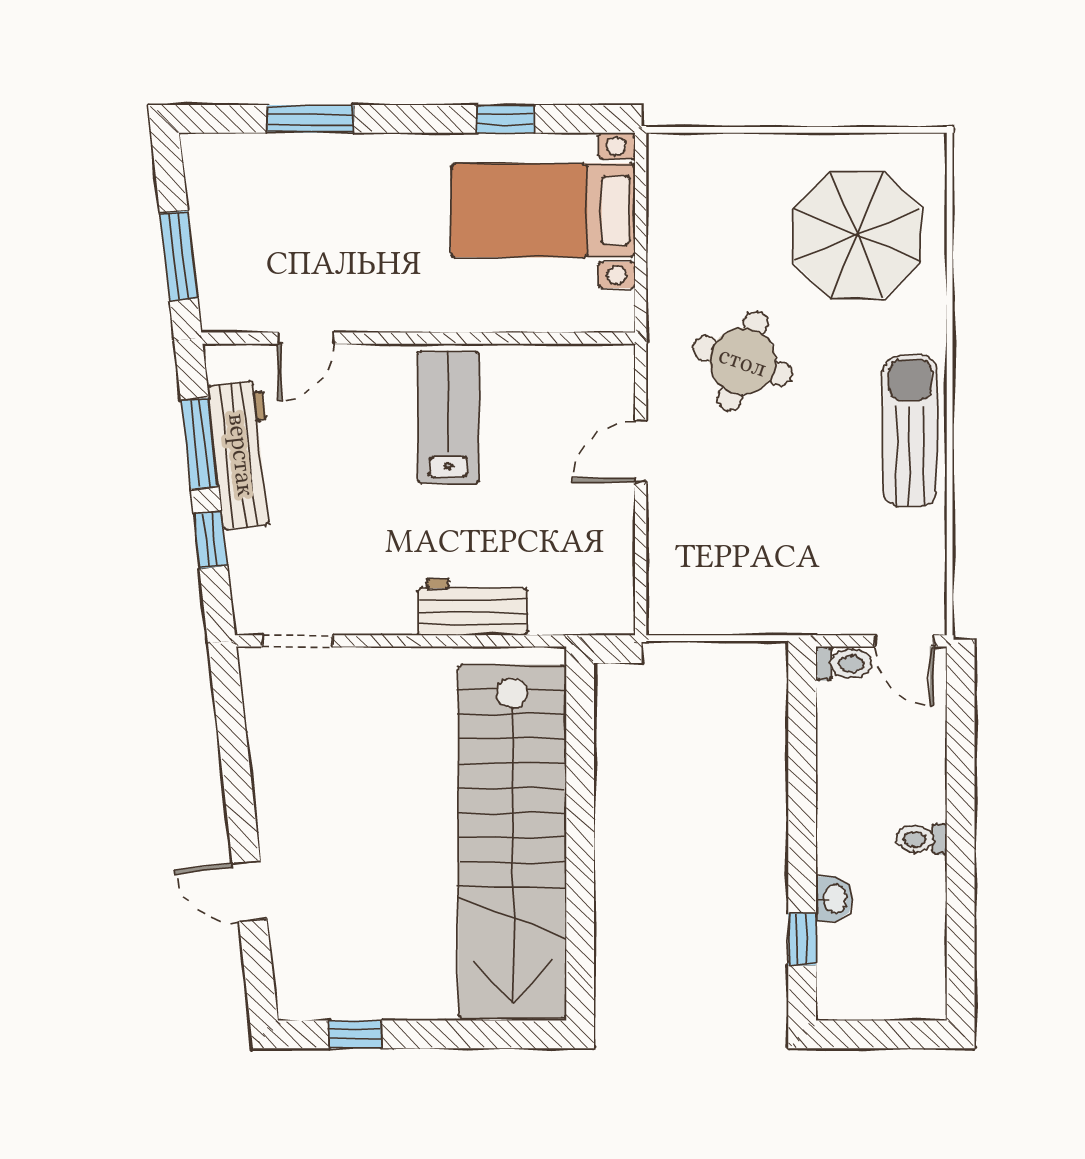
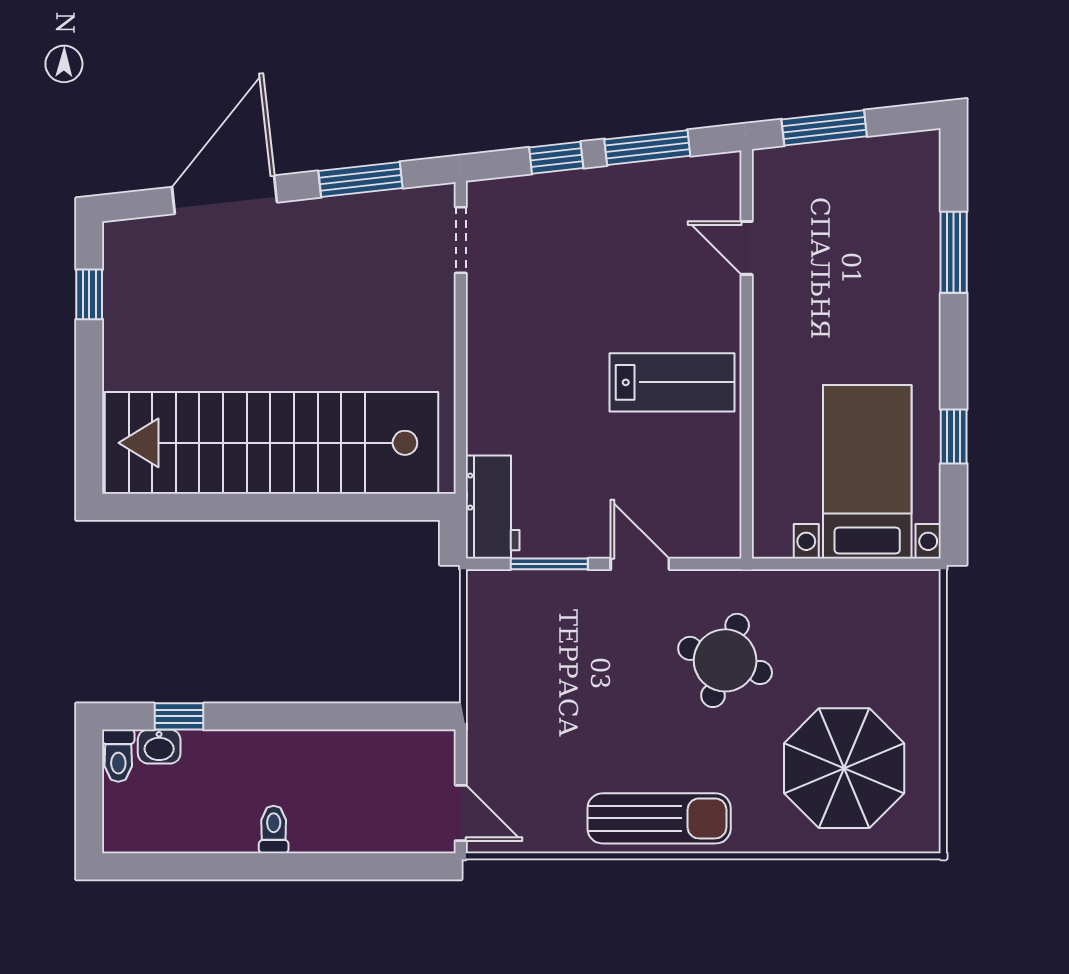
workbench: (242, 455) -> (637, 188), removed
window: (641, 547) -> (549, 564), added
workbench: (473, 607) -> (493, 507), moved
door: (904, 641) -> (461, 813), swing flipped
toilet: (844, 663) -> (118, 756), moved
window: (233, 747) -> (361, 180), added
door: (250, 891) -> (225, 195), width x1.88
washbasin: (834, 899) -> (159, 747), moved

